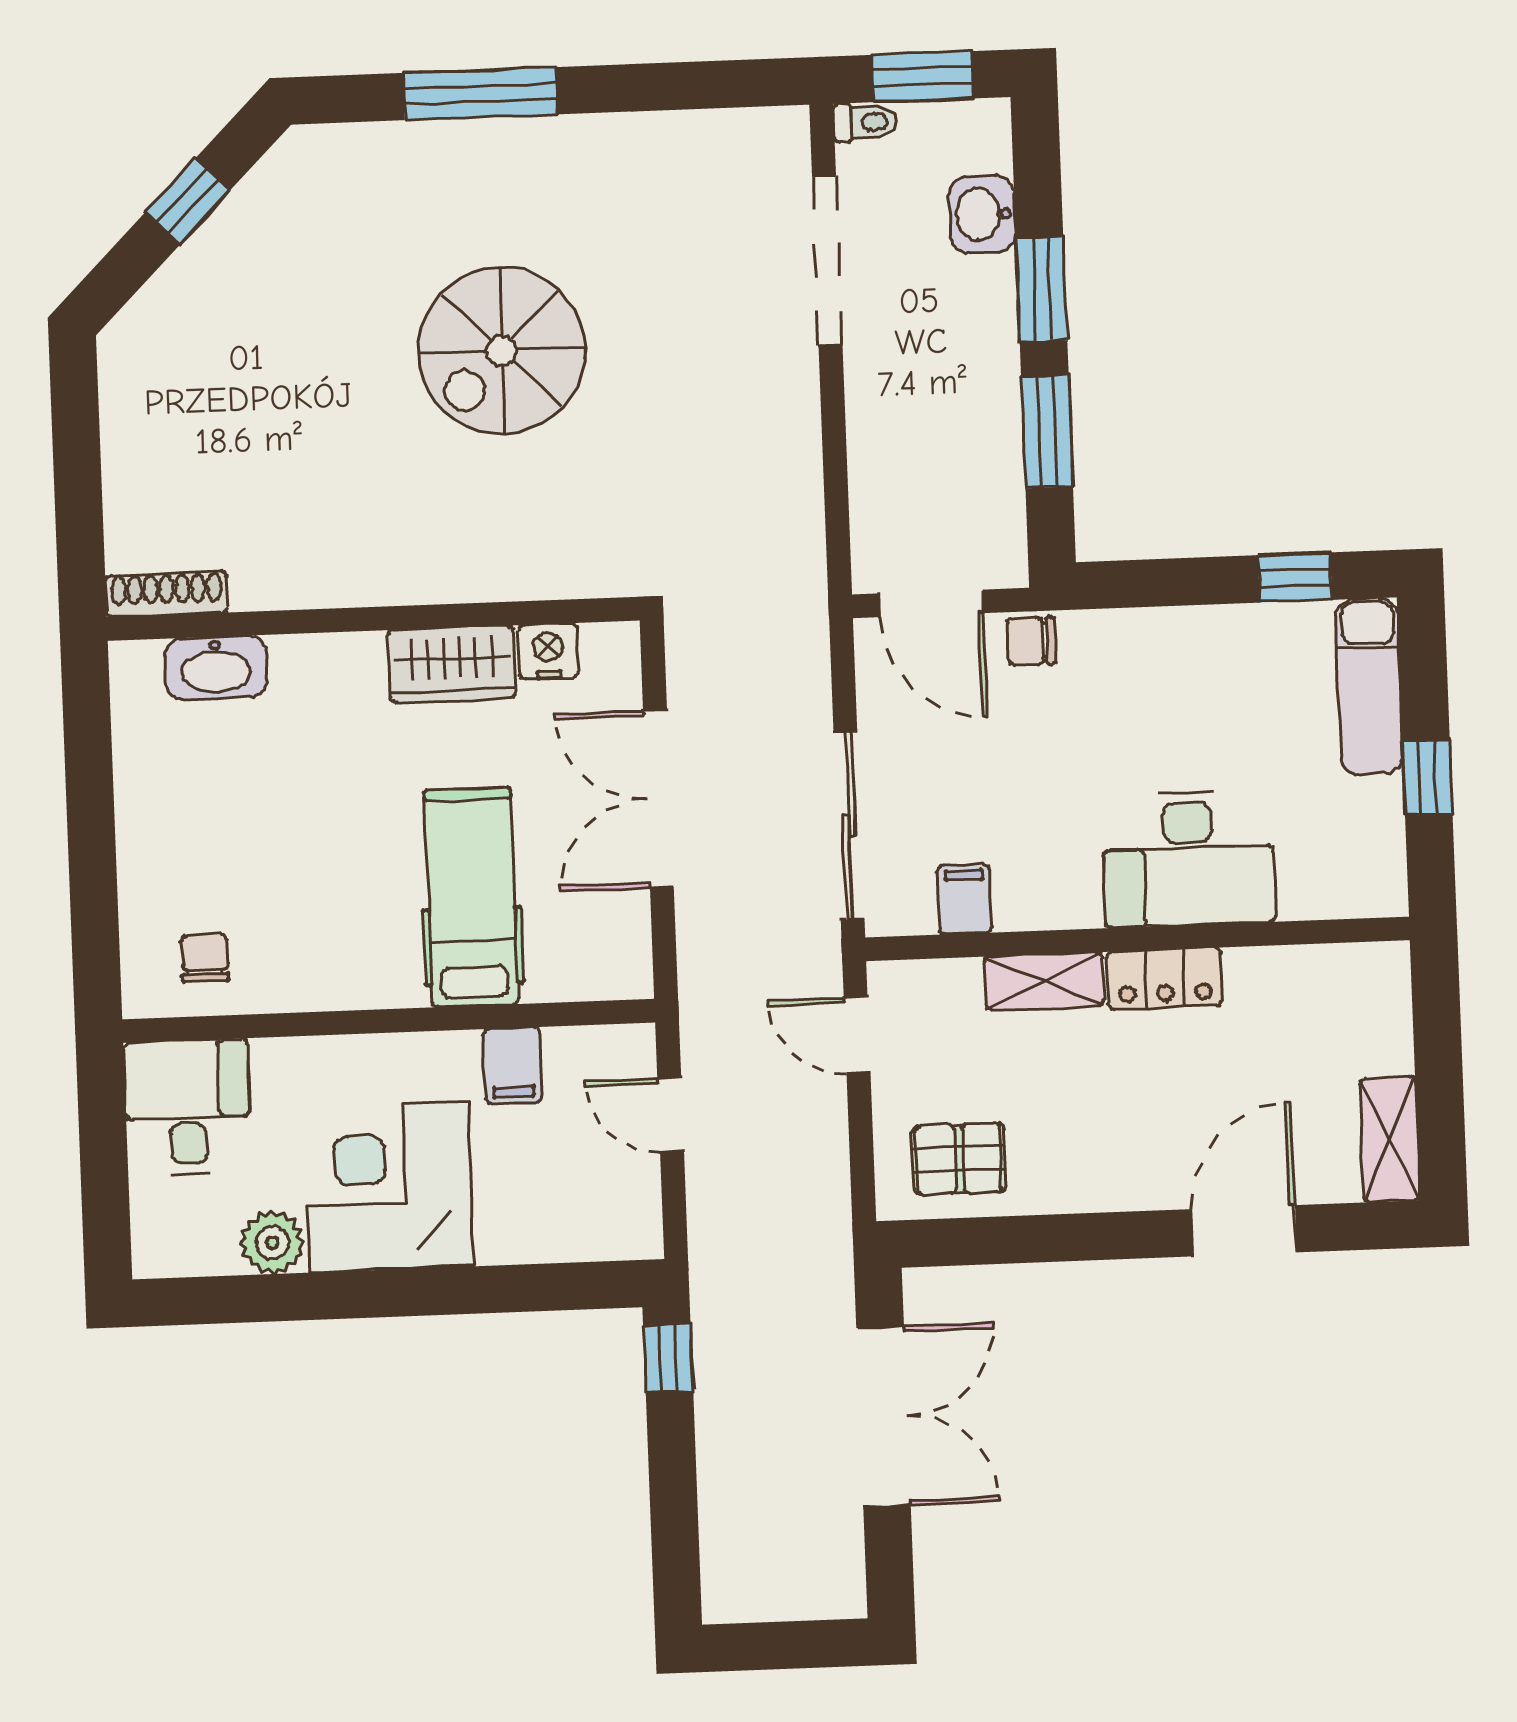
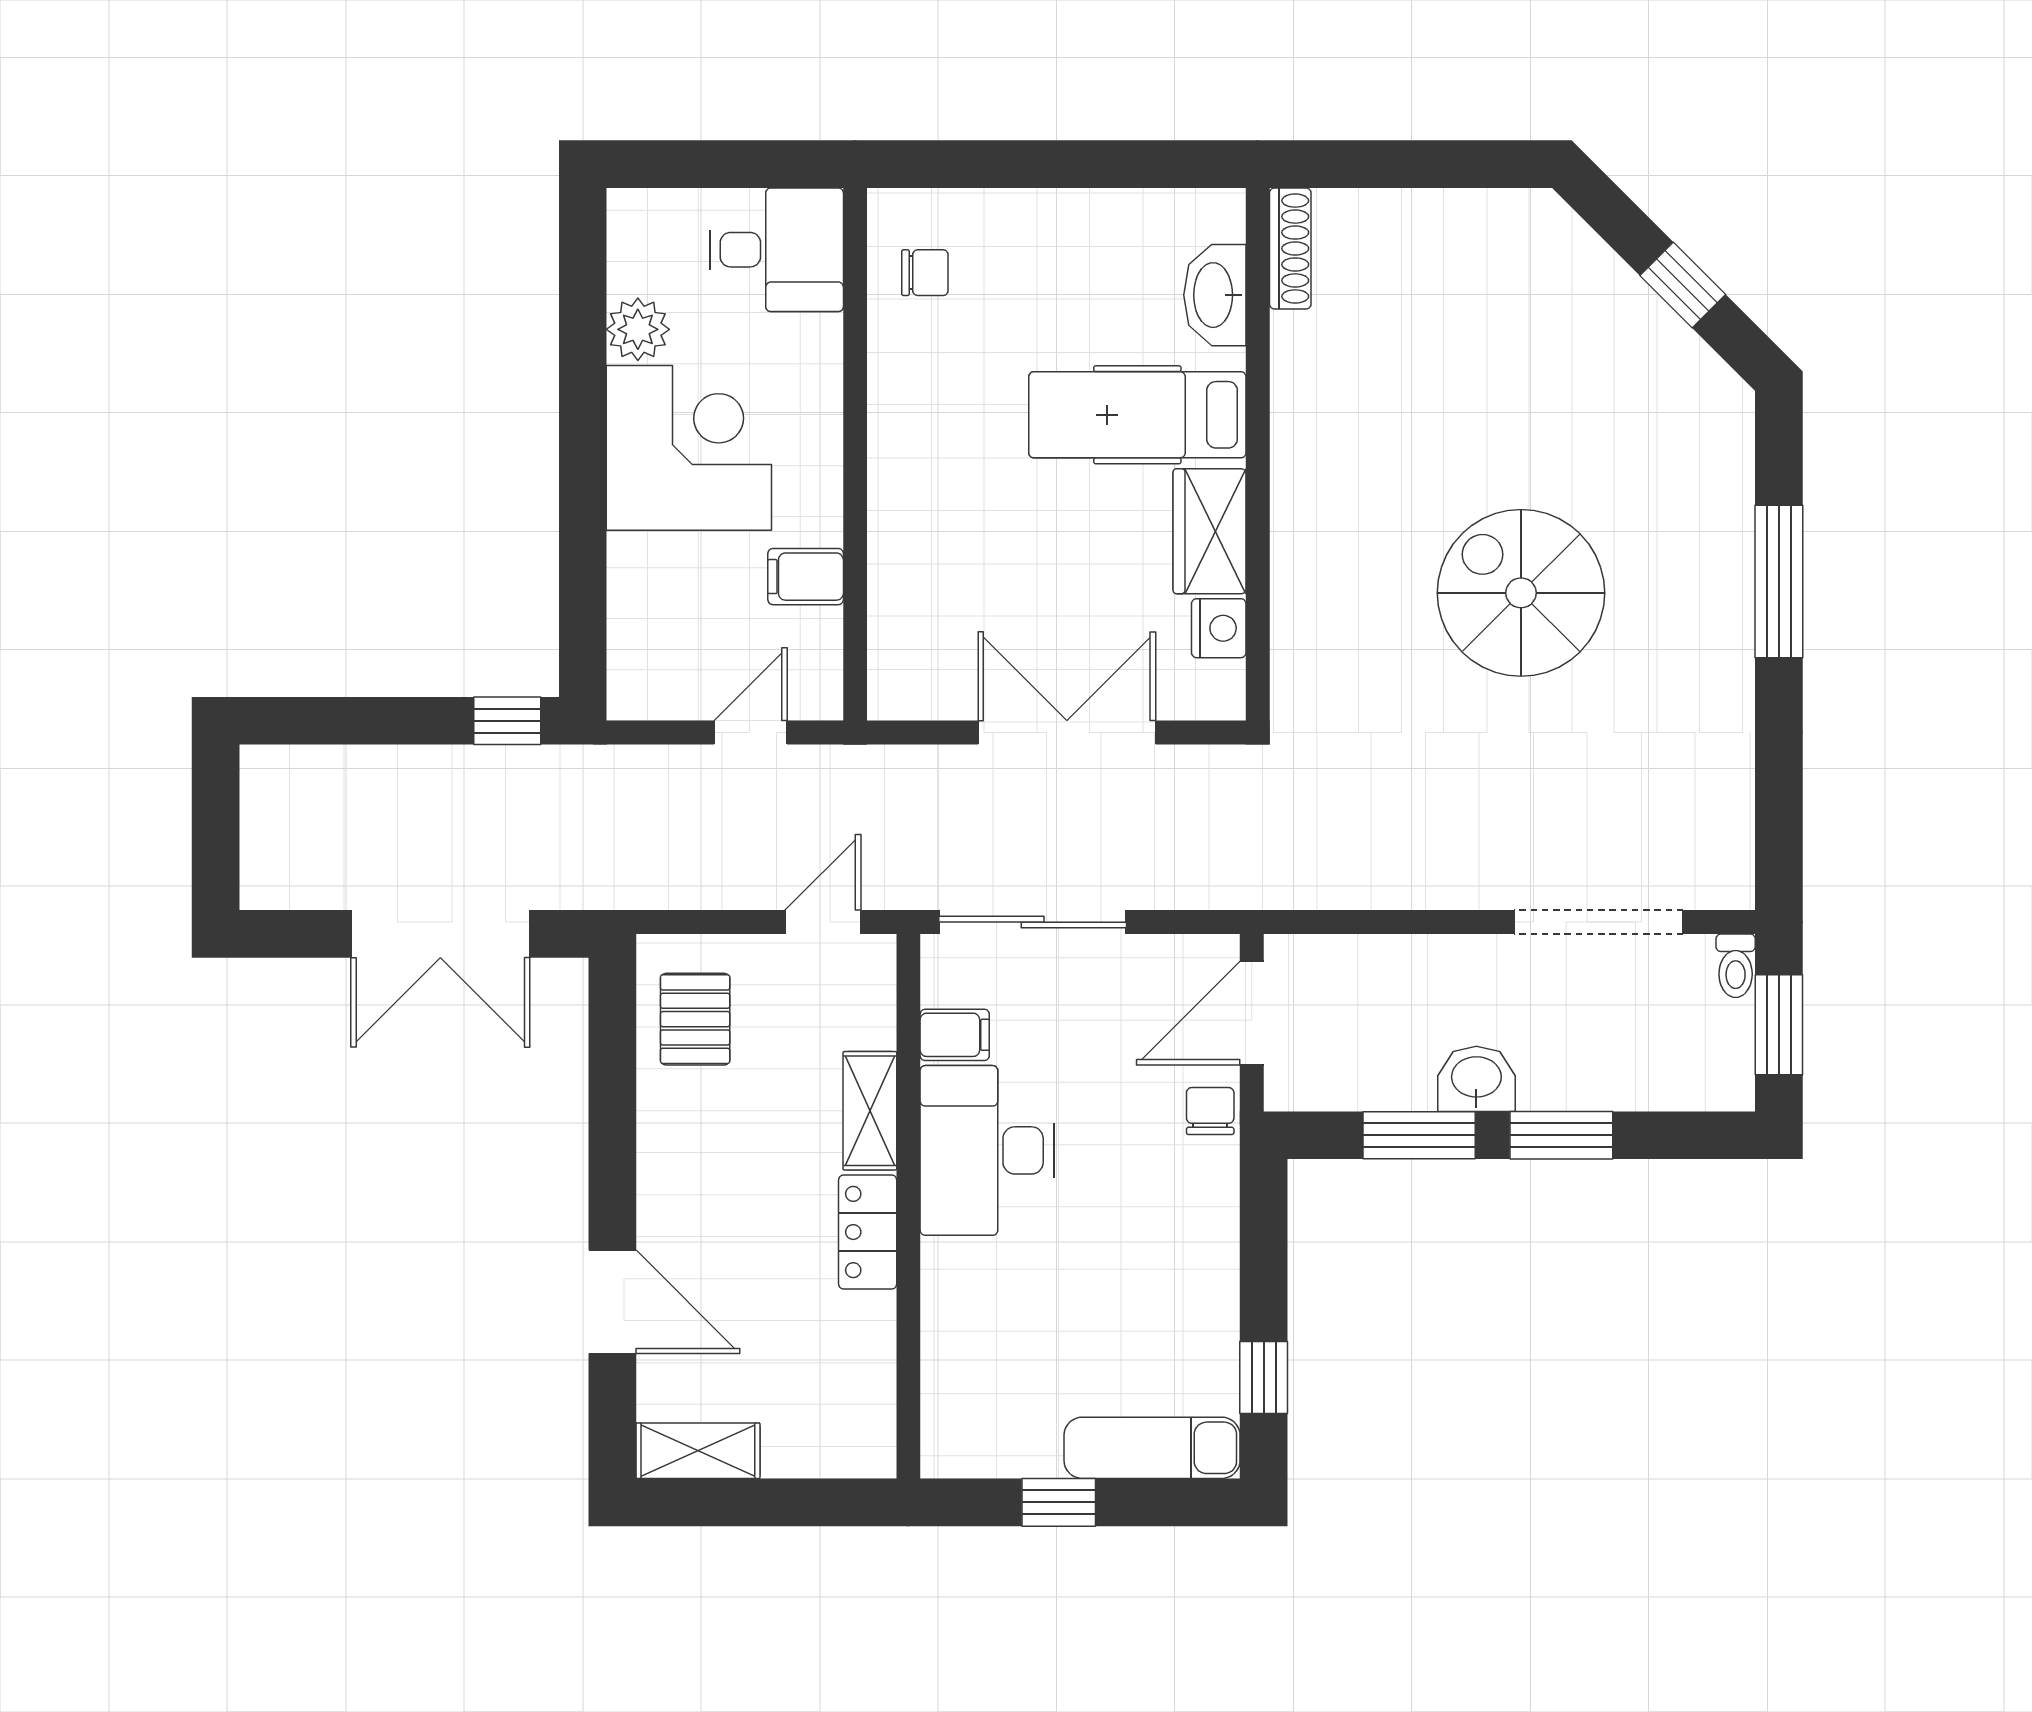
washbasin: (982, 214) -> (1476, 1079), moved
desk: (1188, 858) -> (987, 1150), moved
hospital bed: (471, 897) -> (1137, 415), moved, turned 180

